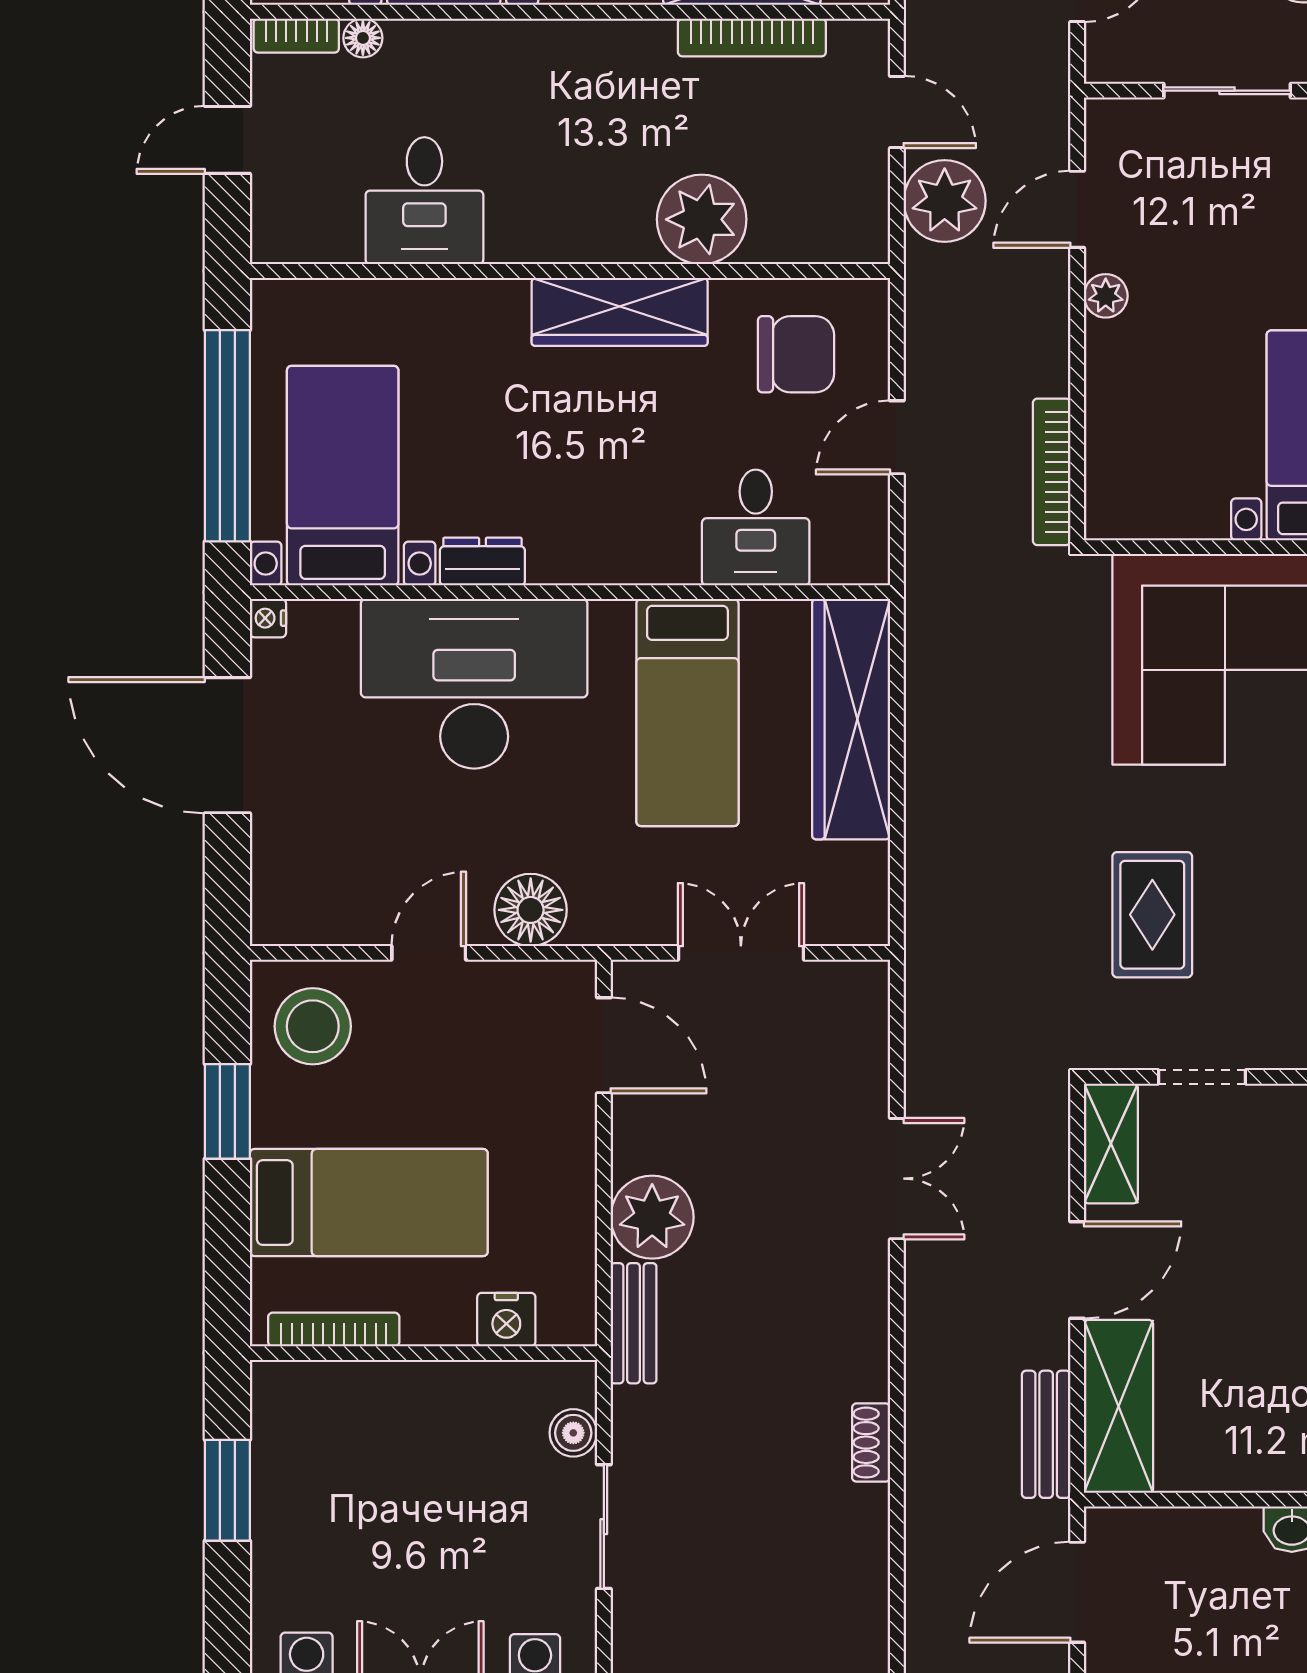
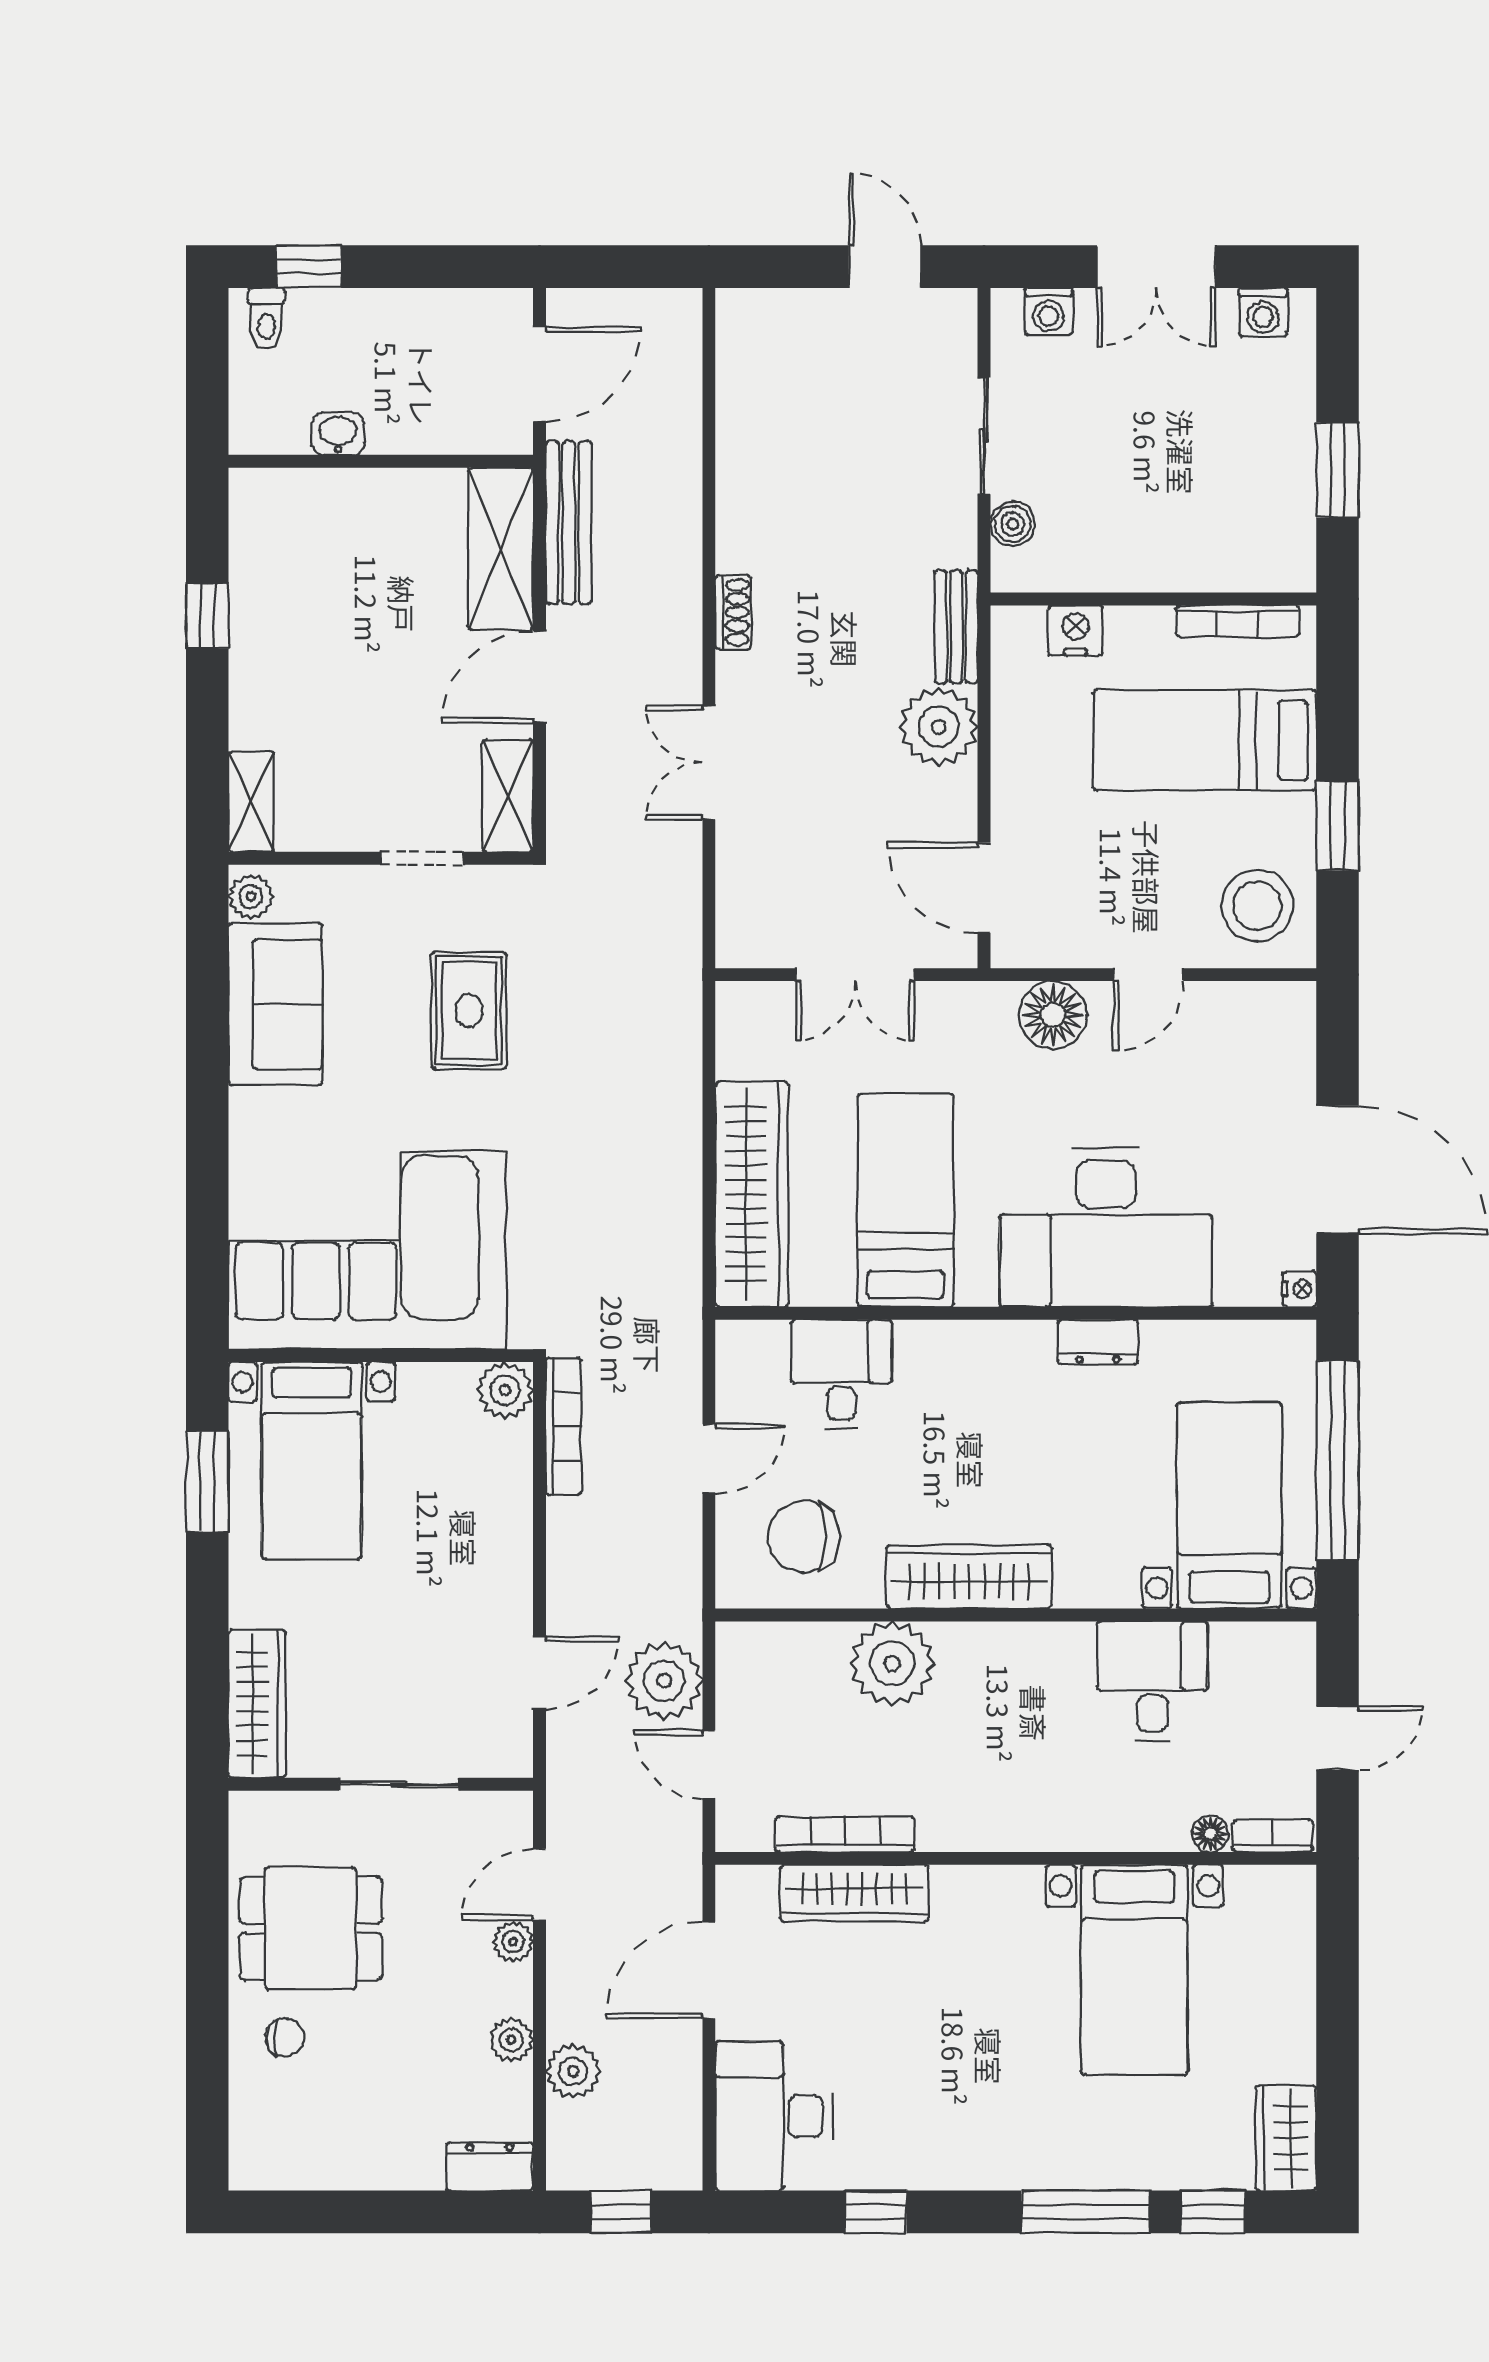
plant: (1106, 296) -> (505, 1390), moved, width x1.38, depth x1.38
bed with nightstands: (343, 476) -> (1229, 1505), moved, turned 180
bench: (1046, 1434) -> (569, 523), width x1.36
shoe rack: (871, 1443) -> (733, 612), moved

